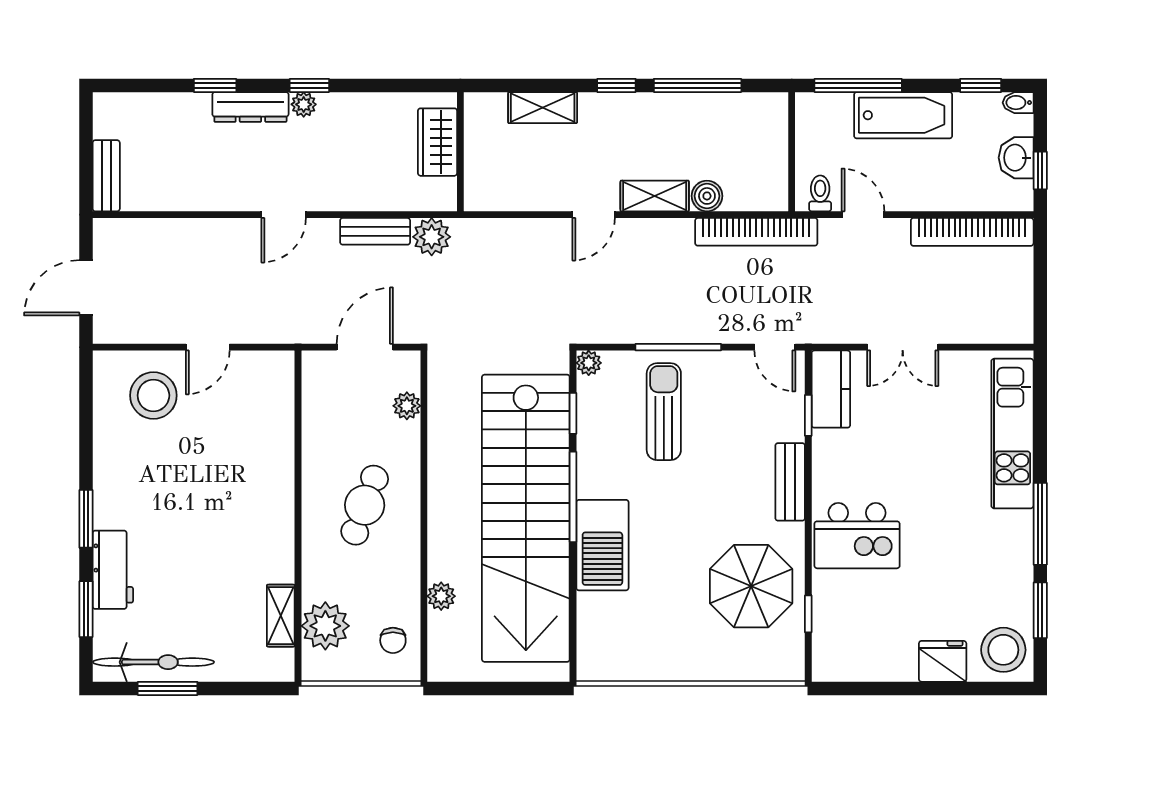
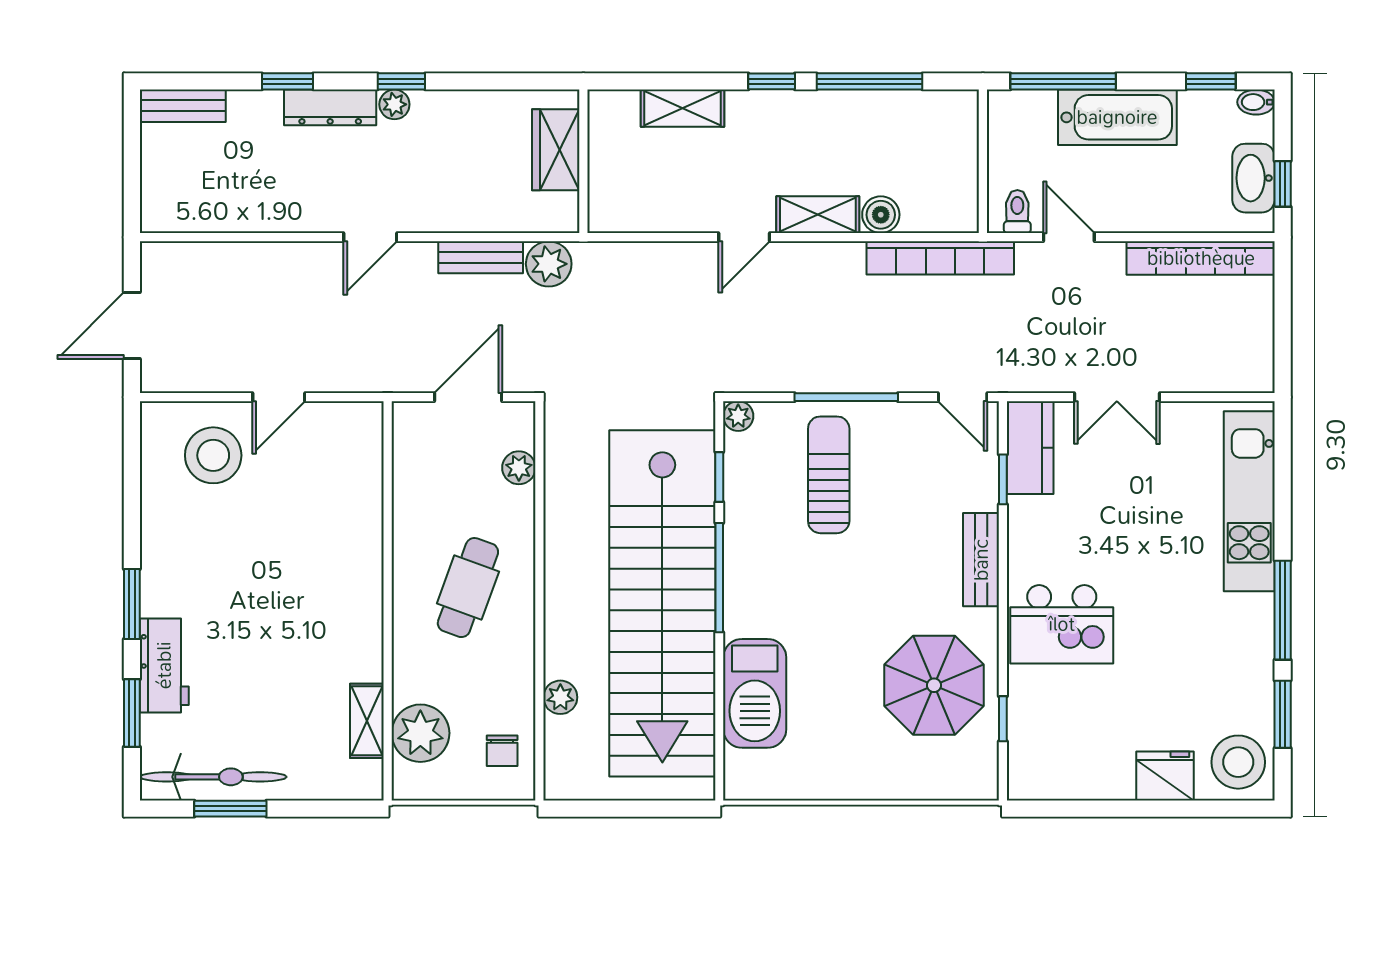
washbasin: (1016, 158) -> (1254, 178), width x1.38
bench: (106, 176) -> (183, 106), moved, turned 90
barbecue: (602, 545) -> (755, 693), moved

